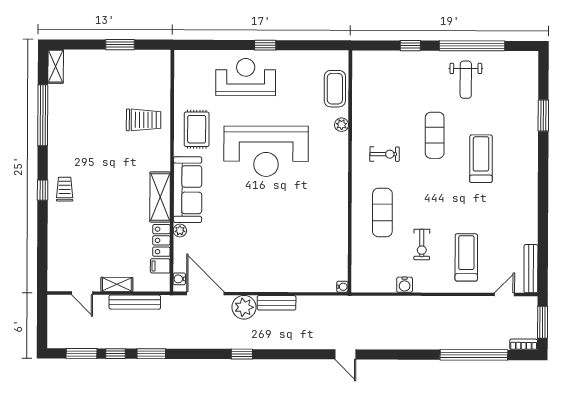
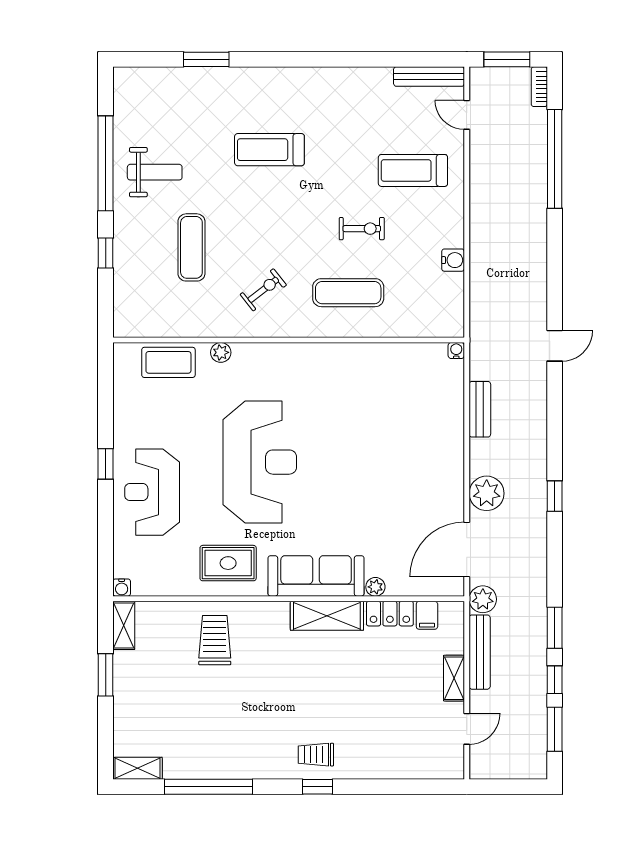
shelving: (154, 57) -> (124, 625), added
exercise mat: (435, 135) -> (191, 247), moved, turned 90
exercise bike: (385, 154) -> (263, 290), turned 52
exercise bike: (422, 245) -> (362, 229), moved
water cooler: (179, 279) -> (122, 588), moved
bench: (277, 303) -> (480, 409), moved
plant: (171, 304) -> (483, 599), added

